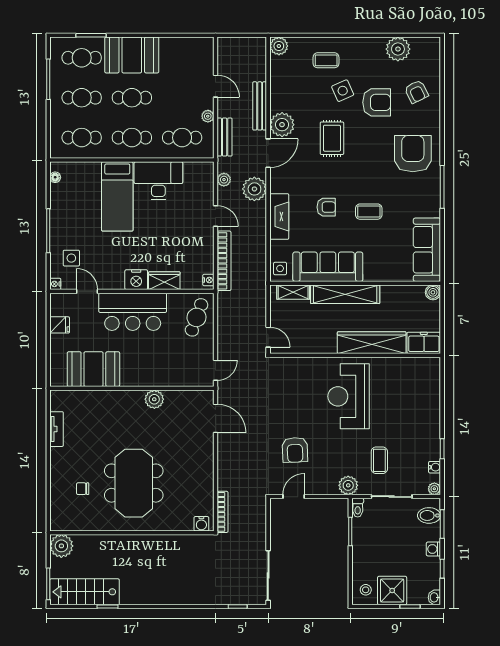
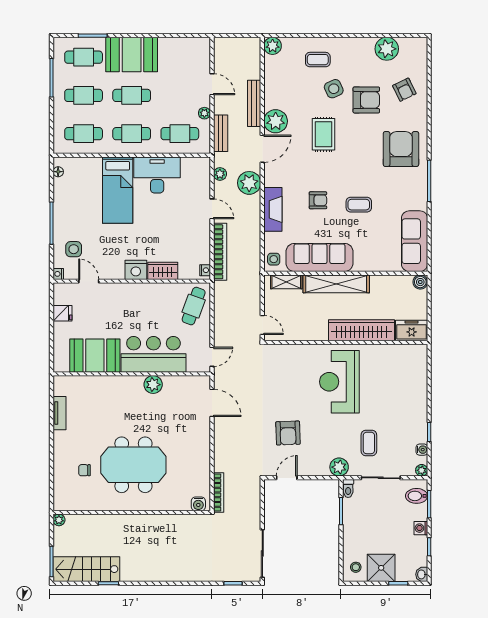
bar counter: (133, 312) -> (153, 354), moved, turned 180
meeting table: (134, 483) -> (133, 465), turned 90
plant: (61, 546) -> (59, 520), width x0.53, depth x0.53

